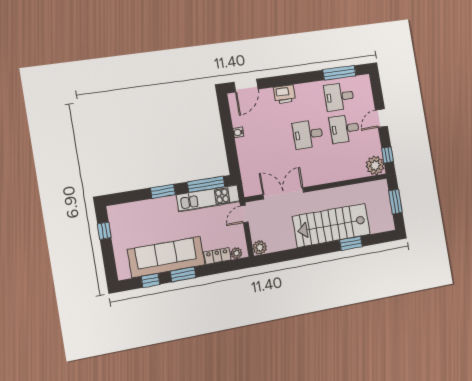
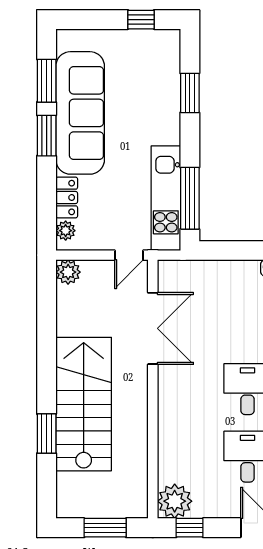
window: (163, 191) -> (190, 93), moved
door: (244, 214) -> (129, 255), swing flipped
window: (150, 280) -> (47, 81), width x1.50

